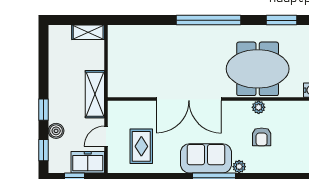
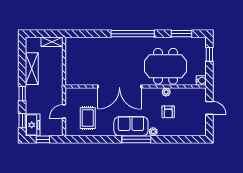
shelving: (95, 94) -> (32, 69), moved
boiler: (56, 131) -> (31, 108), removed
freezer: (88, 162) -> (33, 125), moved, turned 90

